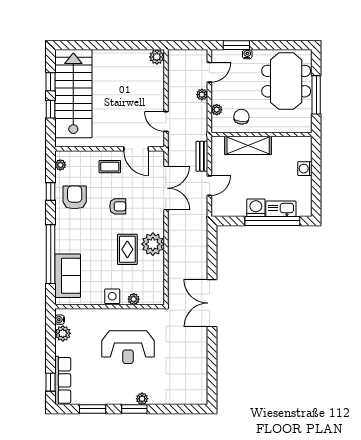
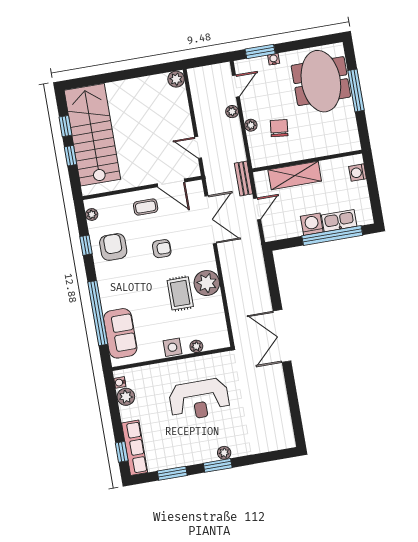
wall: (261, 134) -> (307, 161), moved
shelving: (248, 145) -> (295, 175), moved

